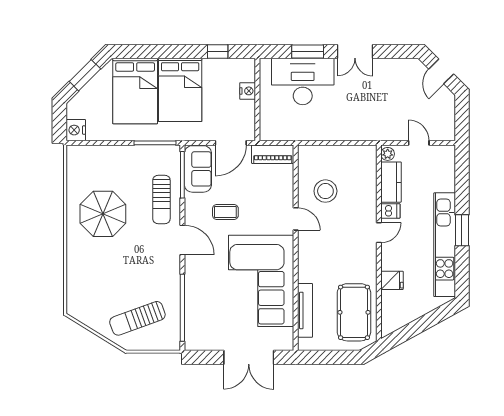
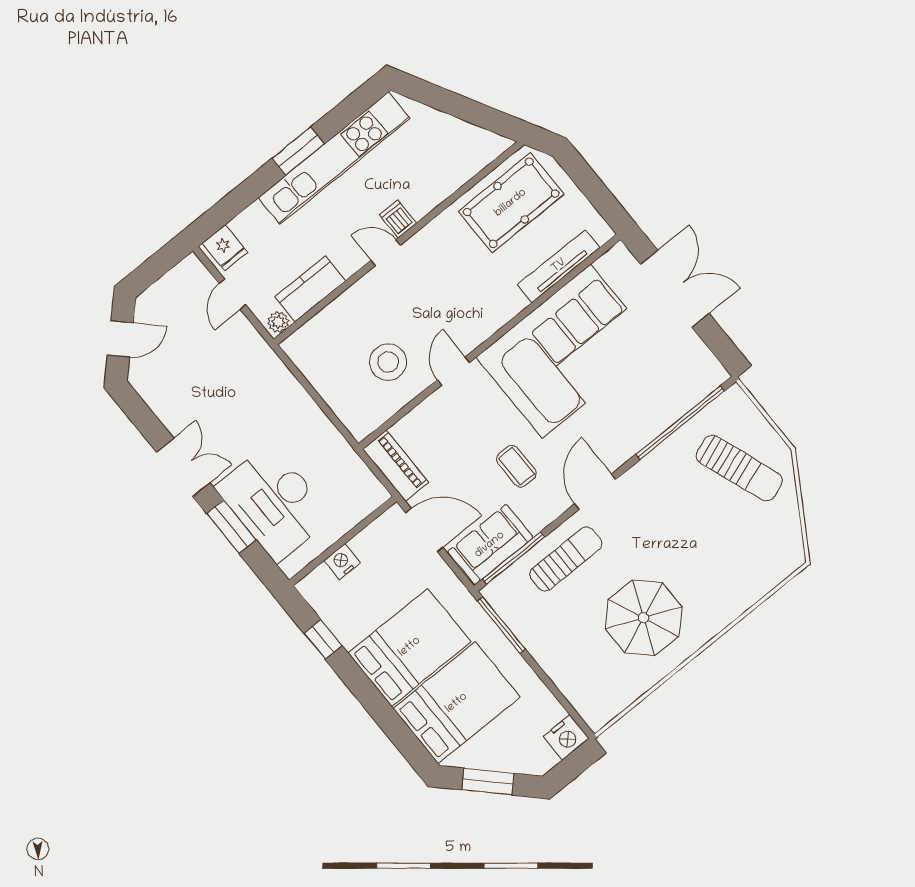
dishwasher: (390, 211) -> (398, 219), moved
fridge: (392, 280) -> (225, 248), moved, turned 180

